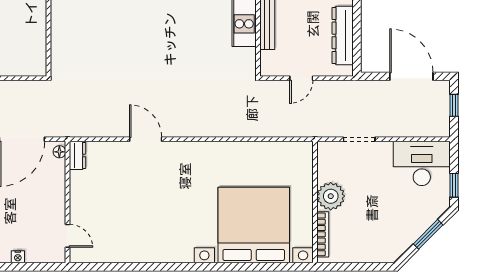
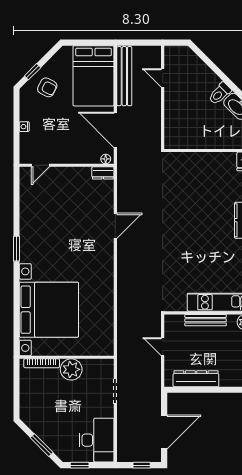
window: (175, 267) -> (16, 249), added

